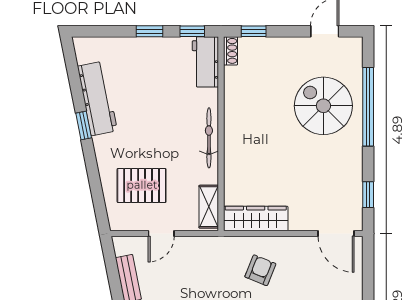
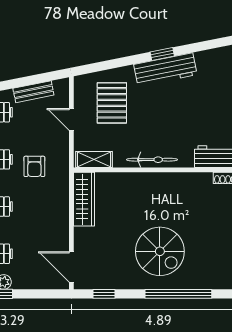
workbench: (97, 98) -> (165, 70), moved
spiral stairs: (323, 106) -> (160, 251), moved, turned 90
door: (336, 233) -> (71, 267), hinge flipped
armchair: (260, 270) -> (34, 166), moved, turned 68

